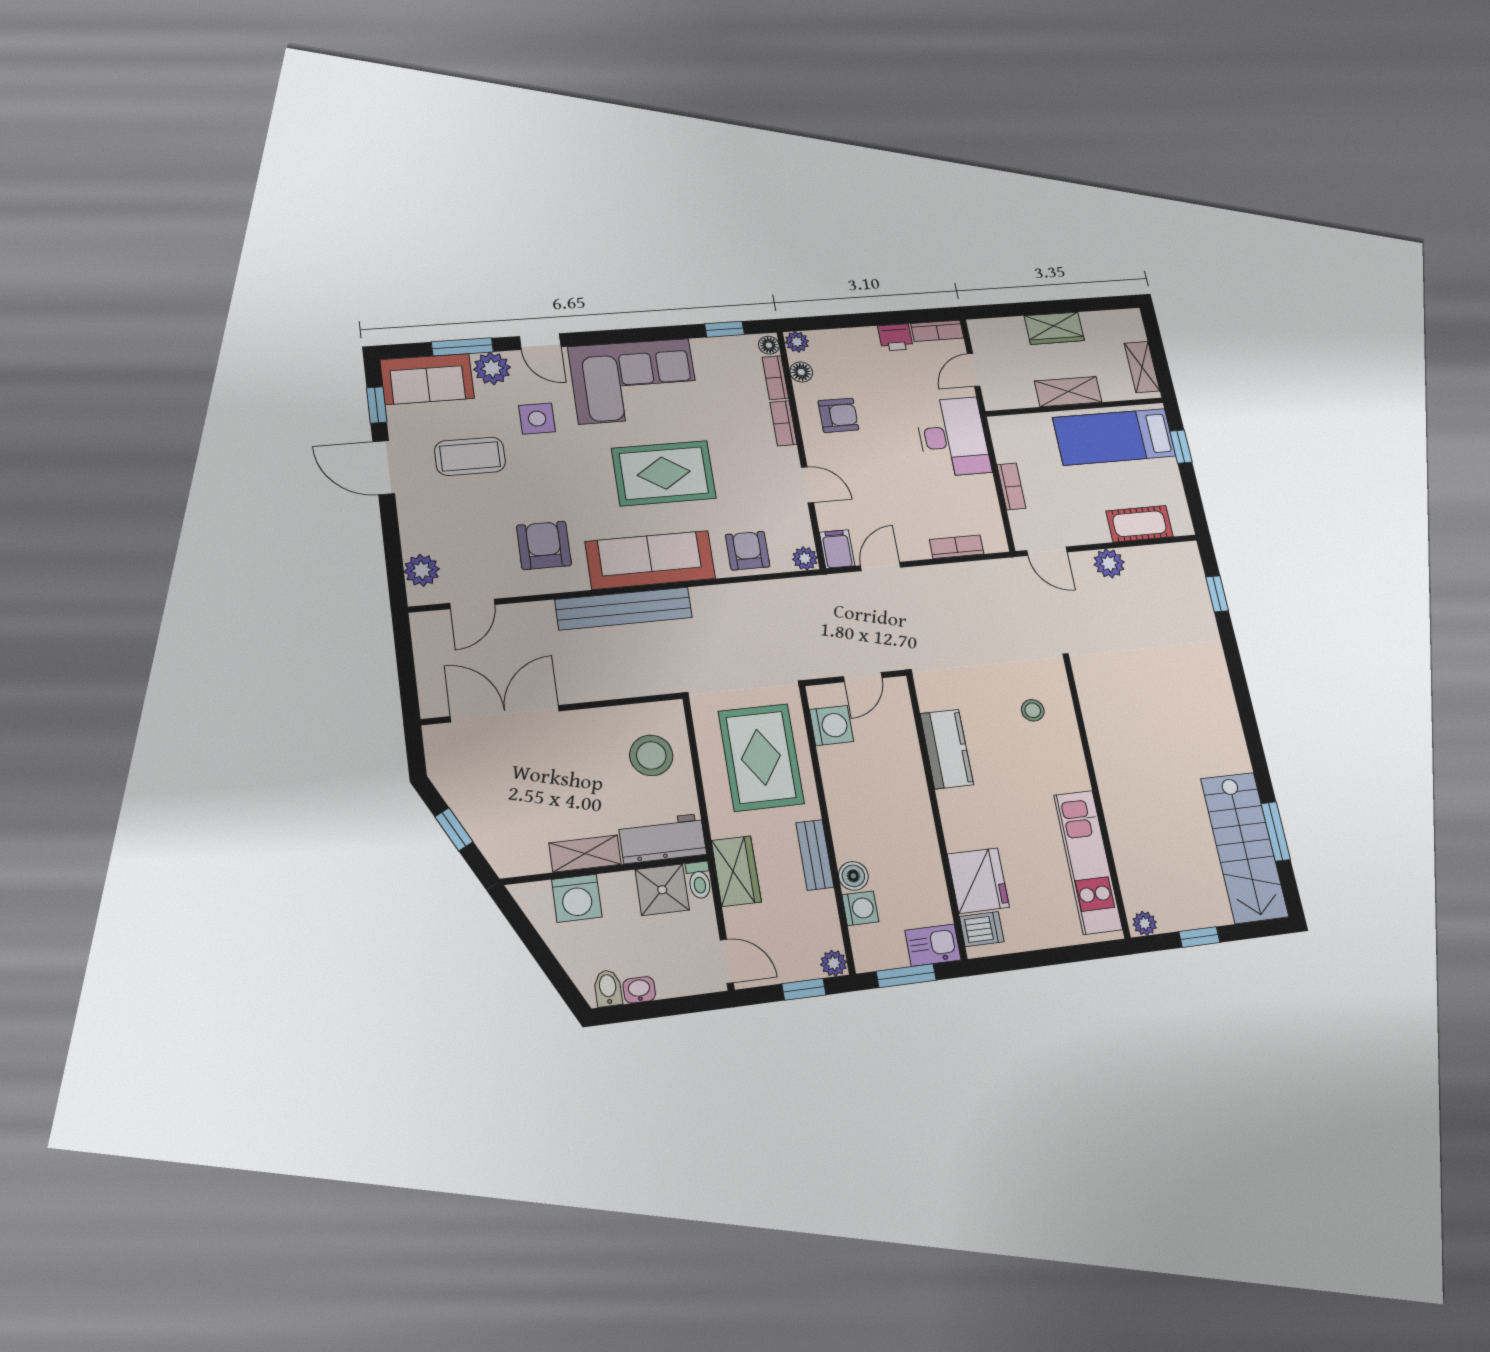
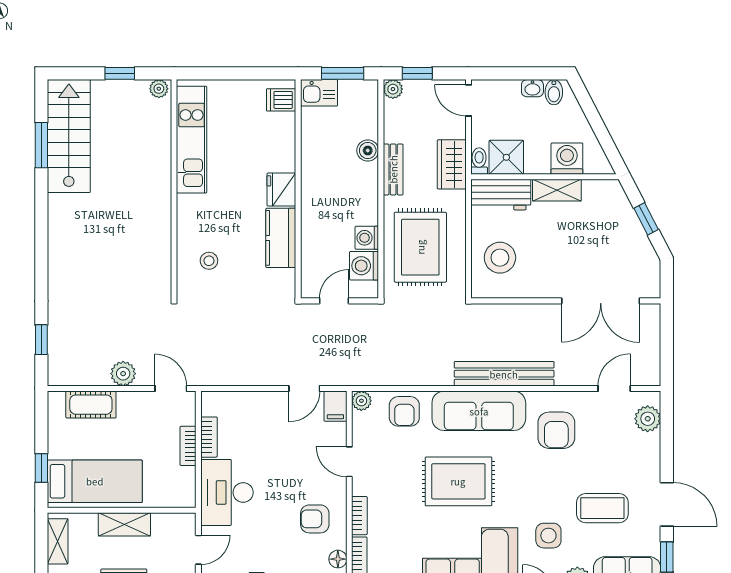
bookcase: (957, 547) -> (209, 437), moved, turned -90
fridge: (978, 881) -> (281, 190), moved, width x0.73, depth x0.75
washing machine: (860, 908) -> (367, 238), moved

